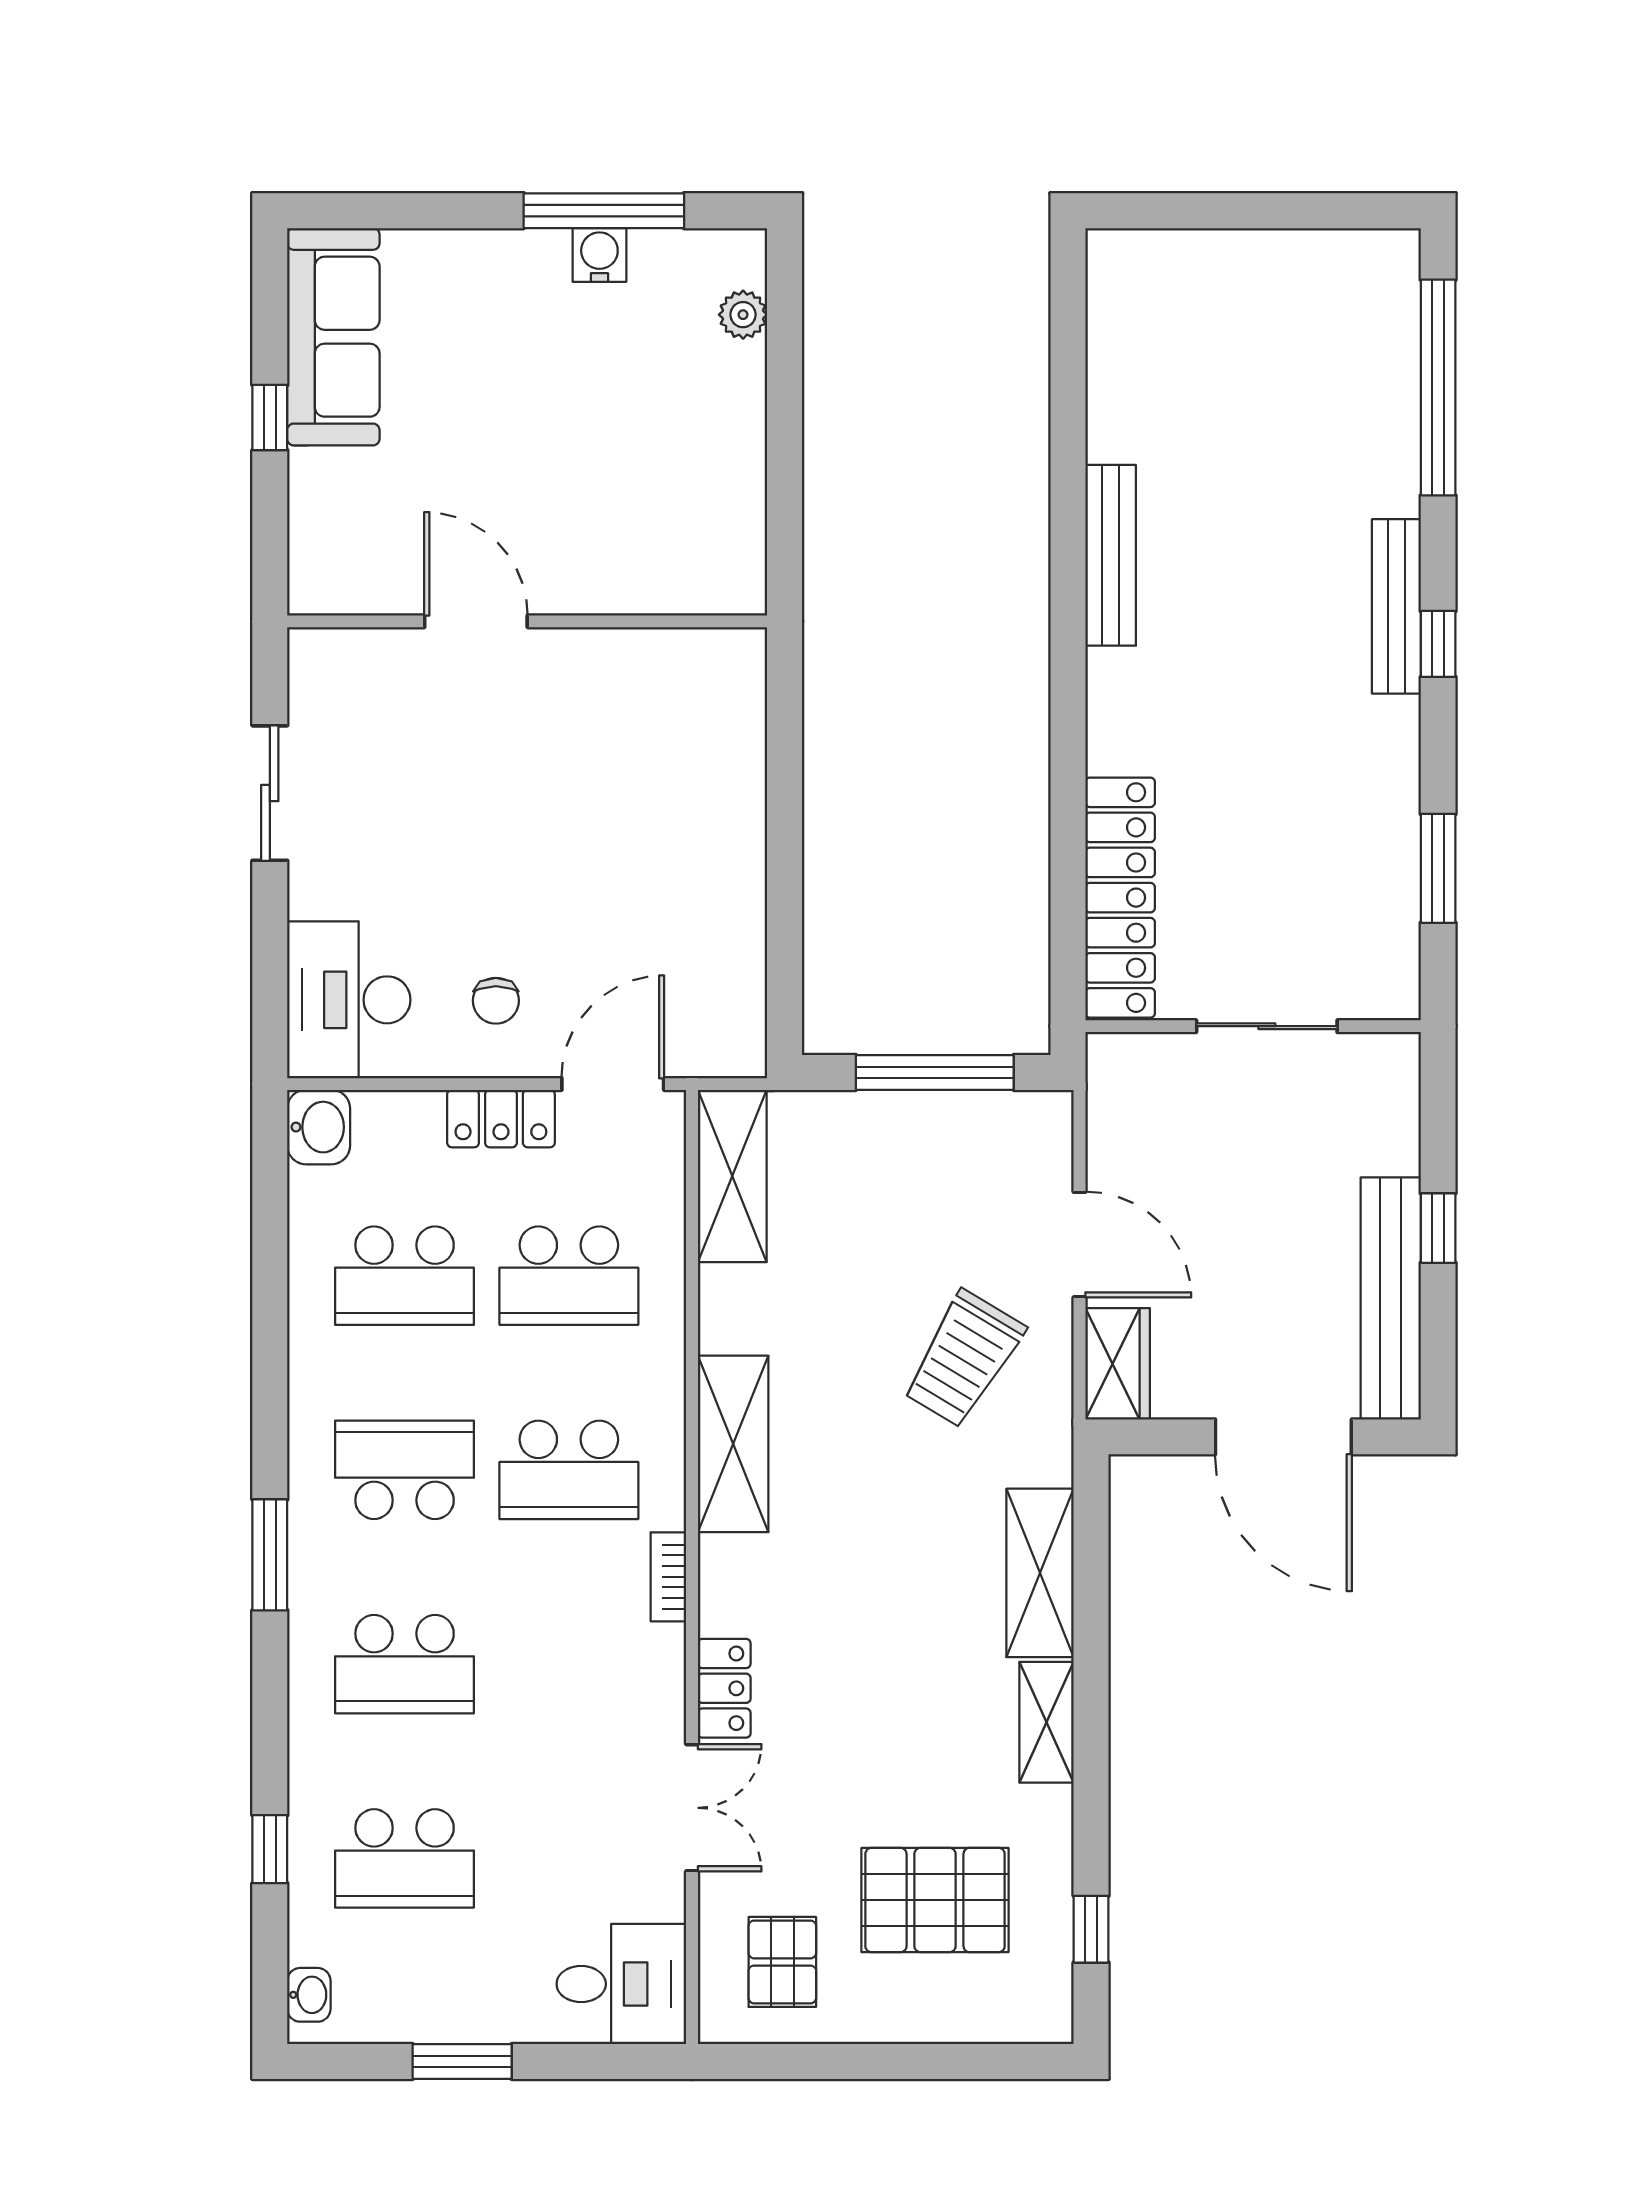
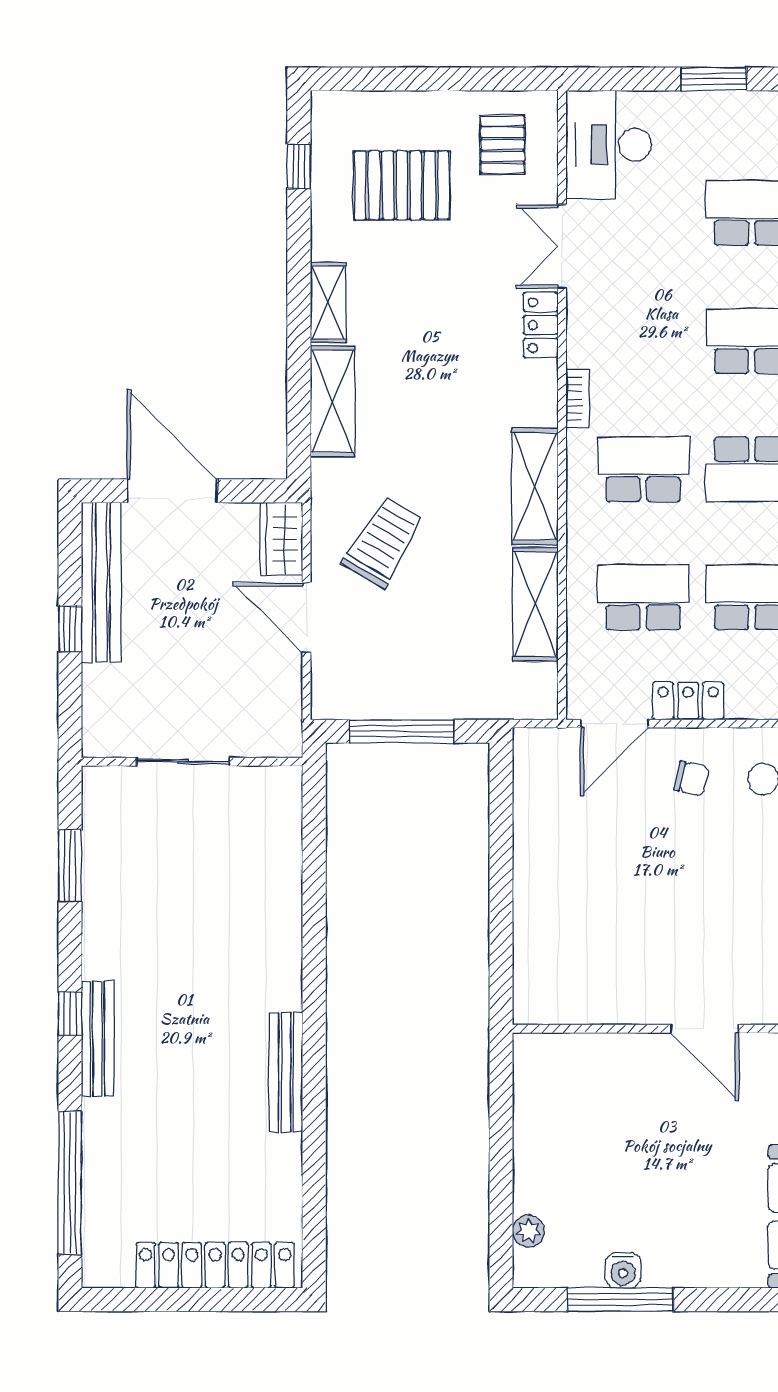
locker: (1120, 898) -> (215, 1265), moved, turned 90
chair: (496, 1001) -> (691, 779), turned 103
shelving: (732, 1176) -> (535, 604), moved
desk: (621, 1984) -> (609, 145), width x1.37

